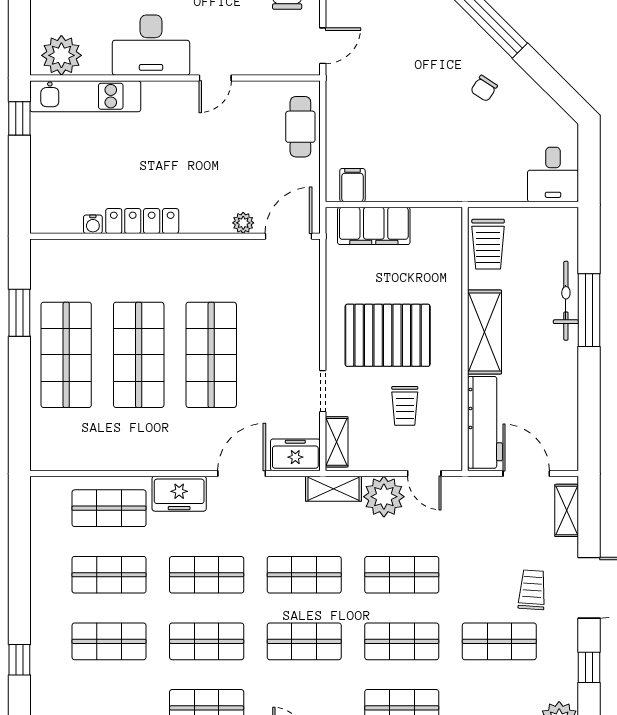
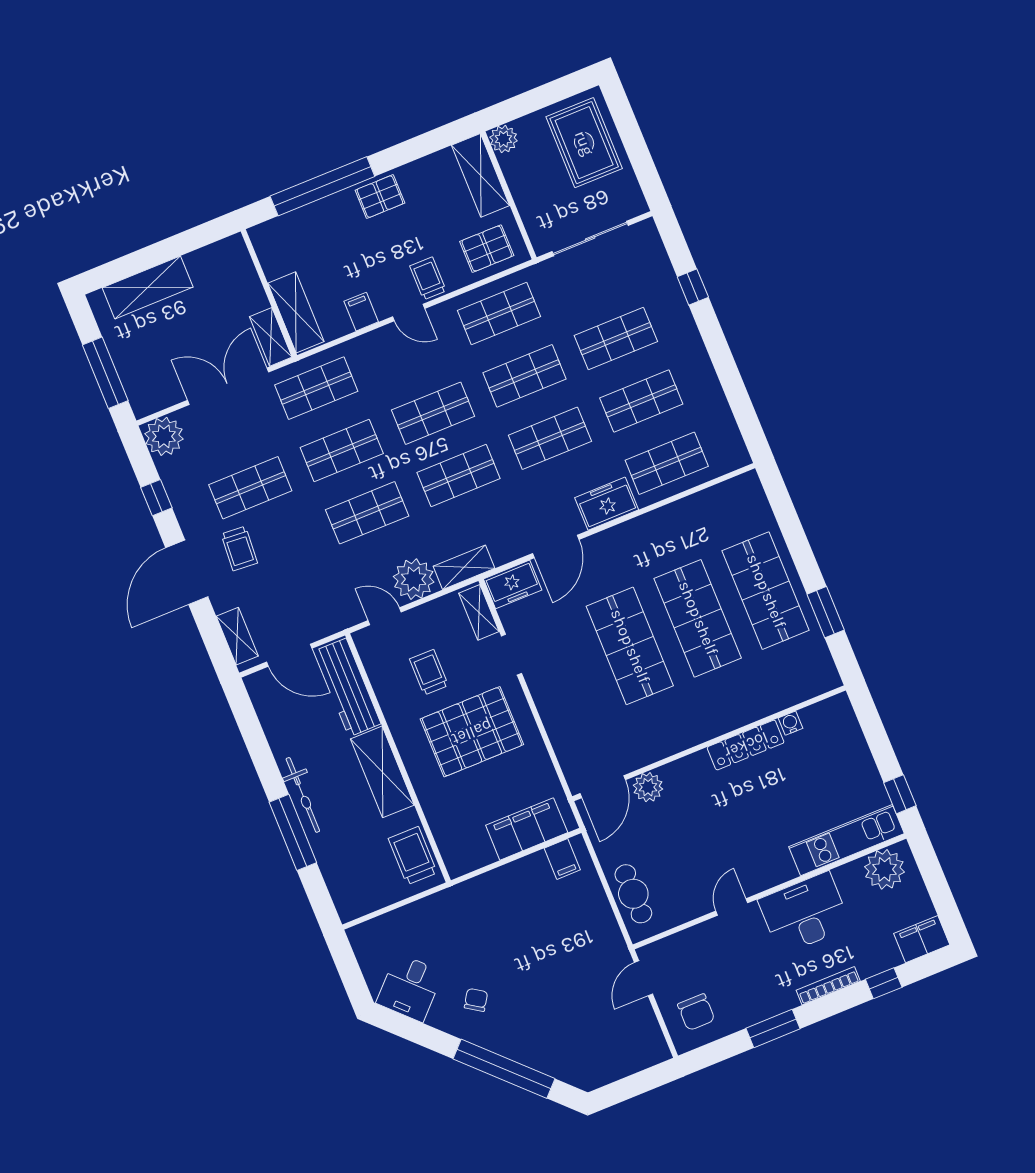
desk: (553, 174) -> (410, 988), moved, turned -135
plant: (243, 223) -> (648, 787), width x1.38, depth x1.38
bicycle: (566, 301) -> (303, 795), moved

